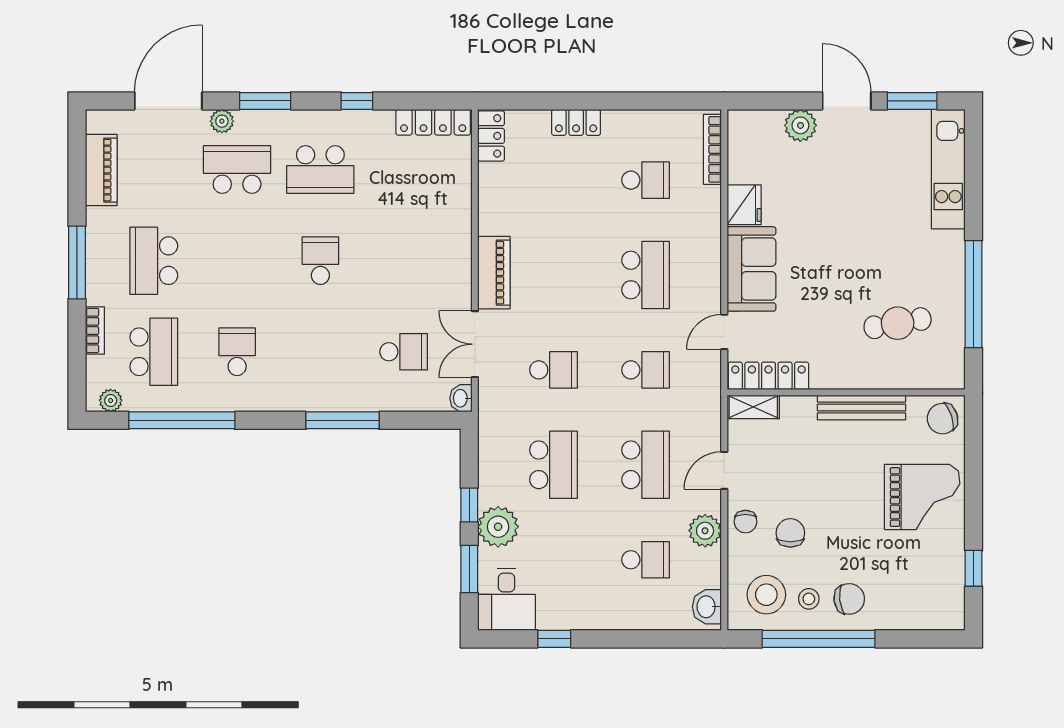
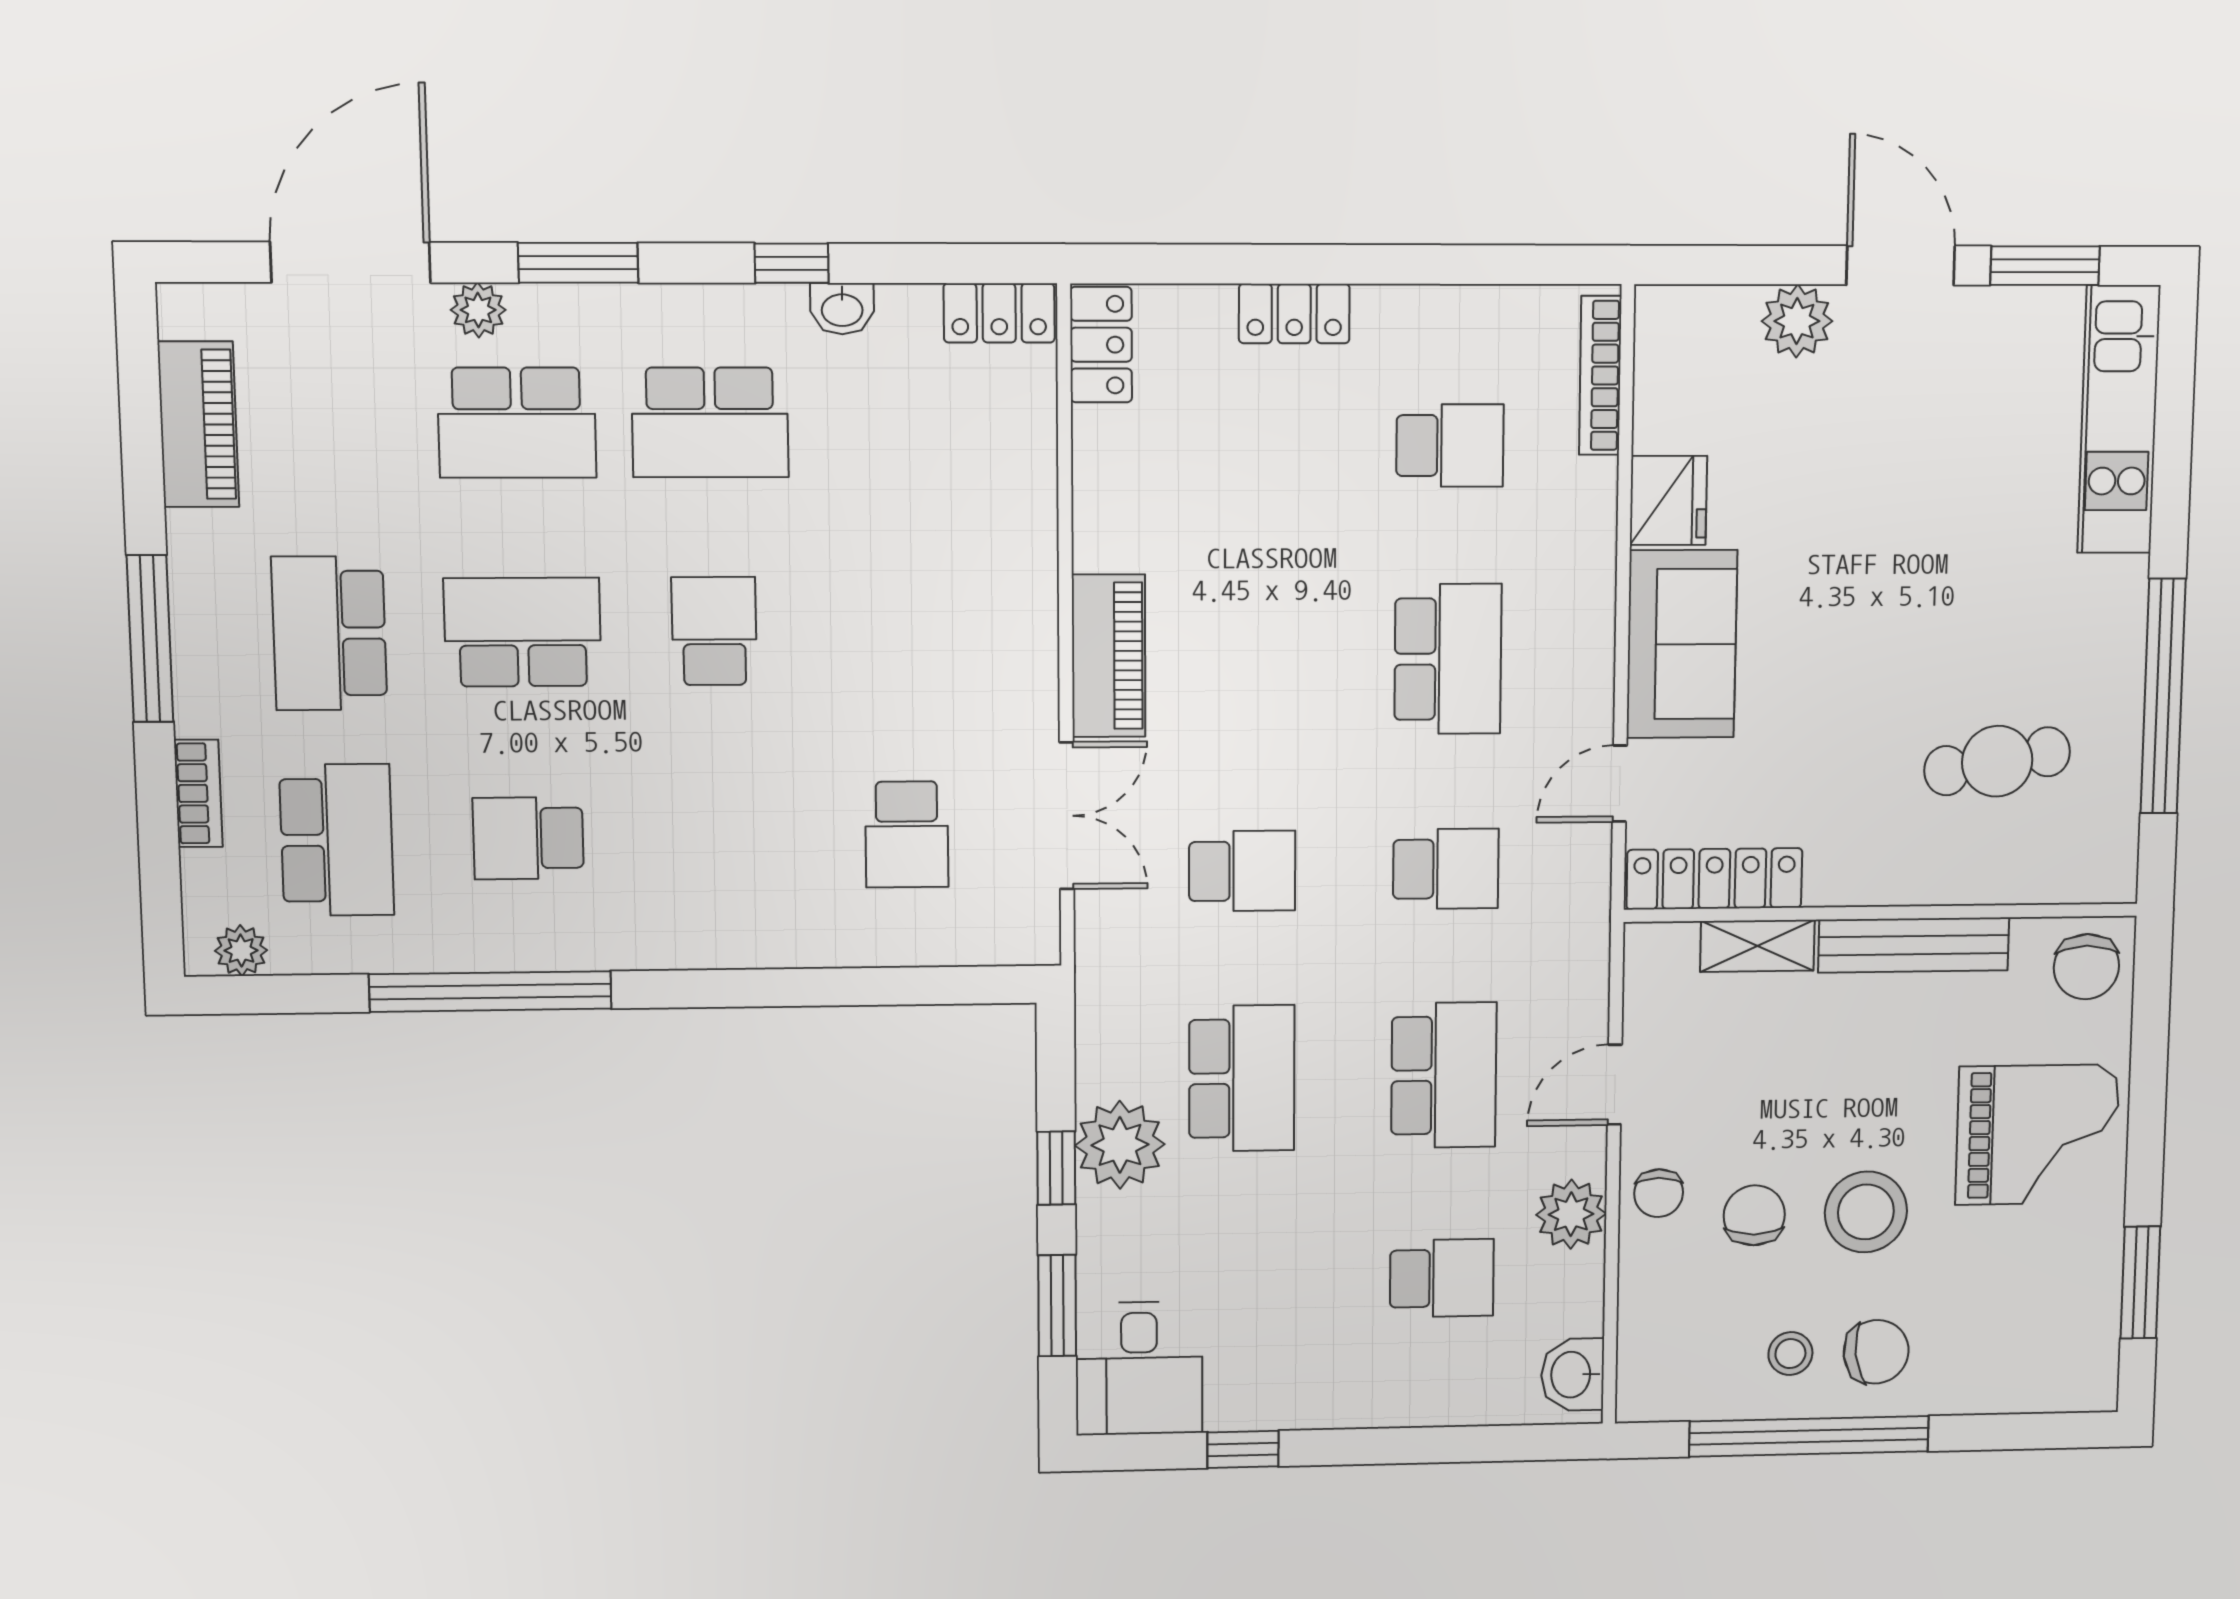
locker: (433, 122) -> (999, 313), width x0.66
school desk: (237, 170) -> (517, 423), turned 180
school desk: (237, 261) -> (523, 632), added
double door: (475, 344) -> (1067, 816), swing flipped
school desk: (237, 352) -> (528, 838), turned -90
school desk: (404, 352) -> (907, 834), turned 90
washbasin: (461, 398) -> (842, 309), moved, turned -90
shelving: (753, 407) -> (1757, 946), moved
chair: (942, 419) -> (2086, 967), turned -72
window: (182, 420) -> (490, 992), moved
window: (343, 420) -> (771, 988), removed
plant: (498, 527) -> (1120, 1145), moved
window: (974, 568) -> (2140, 1282), width x1.50
stool: (766, 595) -> (1866, 1212), moved

